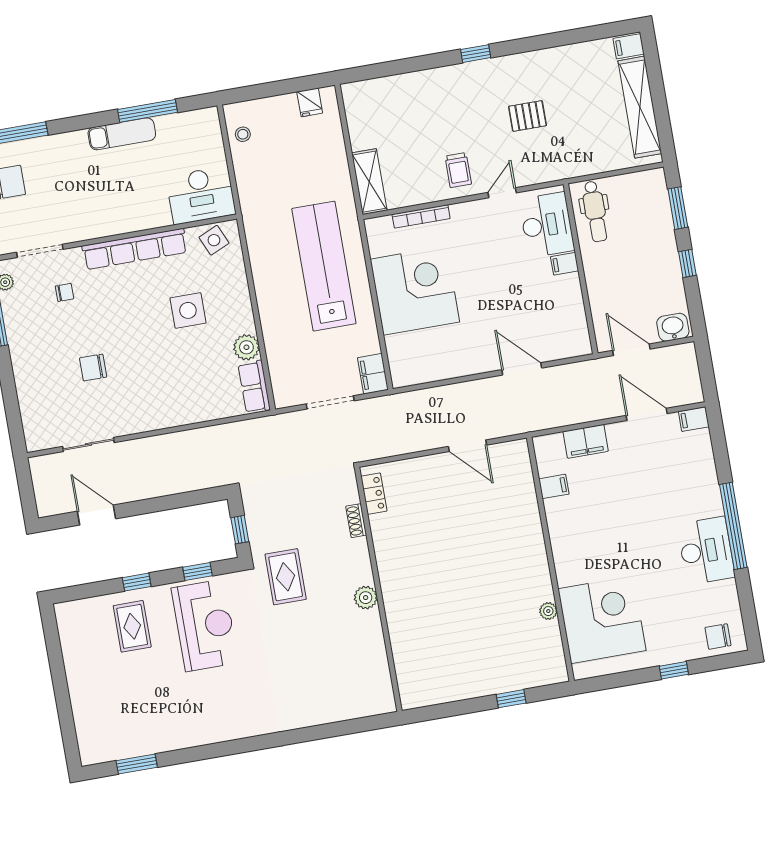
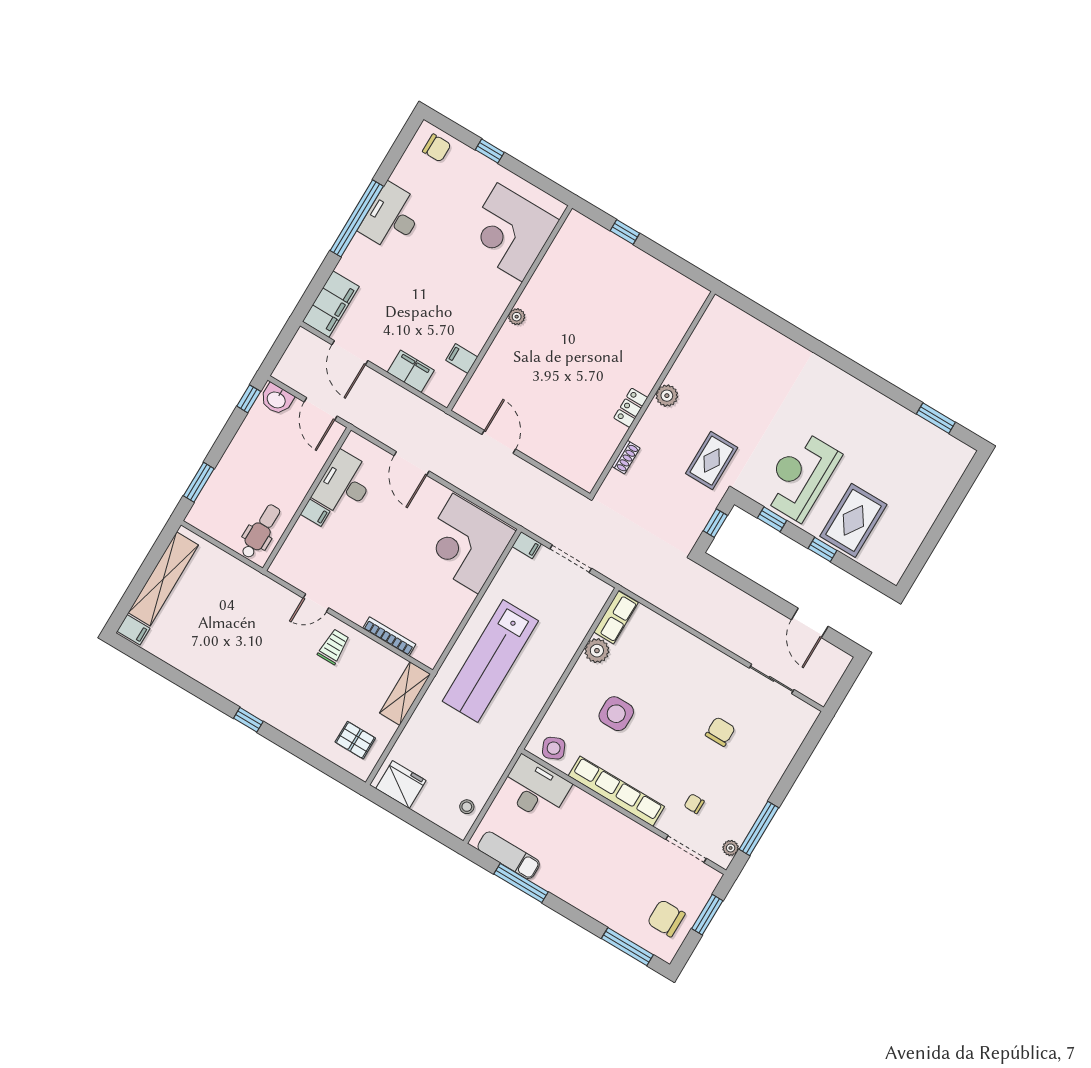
fridge: (310, 102) -> (401, 784), width x1.88, depth x1.34
pallet: (527, 116) -> (355, 740), moved
exam couch: (122, 134) -> (509, 855), moved
desk: (547, 225) -> (344, 484), moved
window: (687, 263) -> (249, 399), moved
corner desk: (415, 291) -> (466, 544), moved
chair: (93, 367) -> (720, 732), turned -90
filing cabinet: (373, 374) -> (527, 545), width x0.50
filing cabinet: (694, 419) -> (331, 304), width x3.00, depth x1.17
locker: (374, 494) -> (631, 408), moved
plant: (548, 611) -> (517, 317), moved
rug: (132, 626) -> (853, 520), width x1.36, depth x1.43

